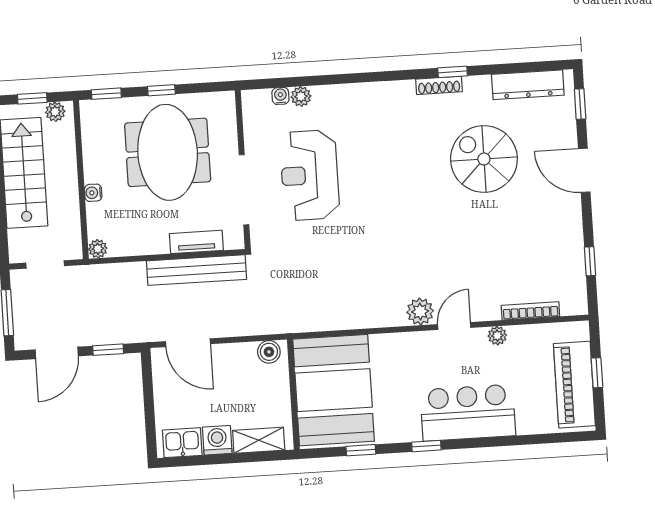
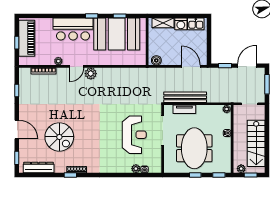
booth: (334, 390) -> (117, 34), moved, turned 90

